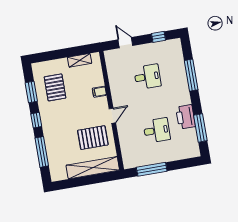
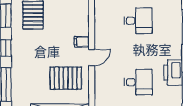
filing cabinet: (99, 92) -> (82, 42), moved

